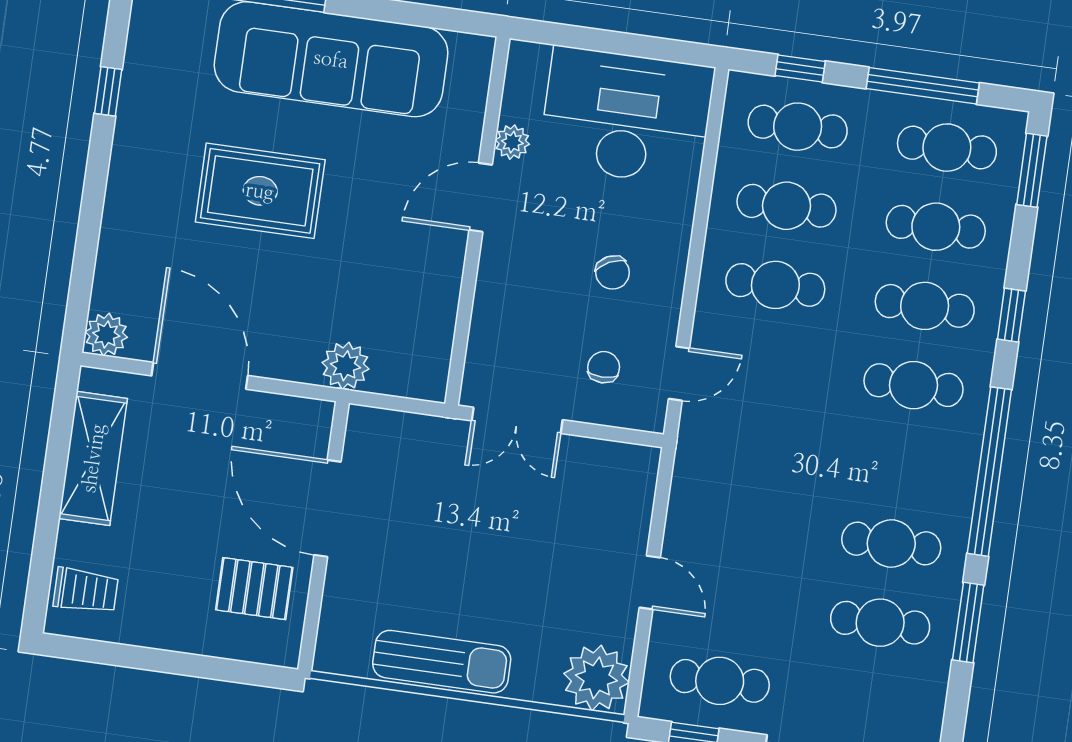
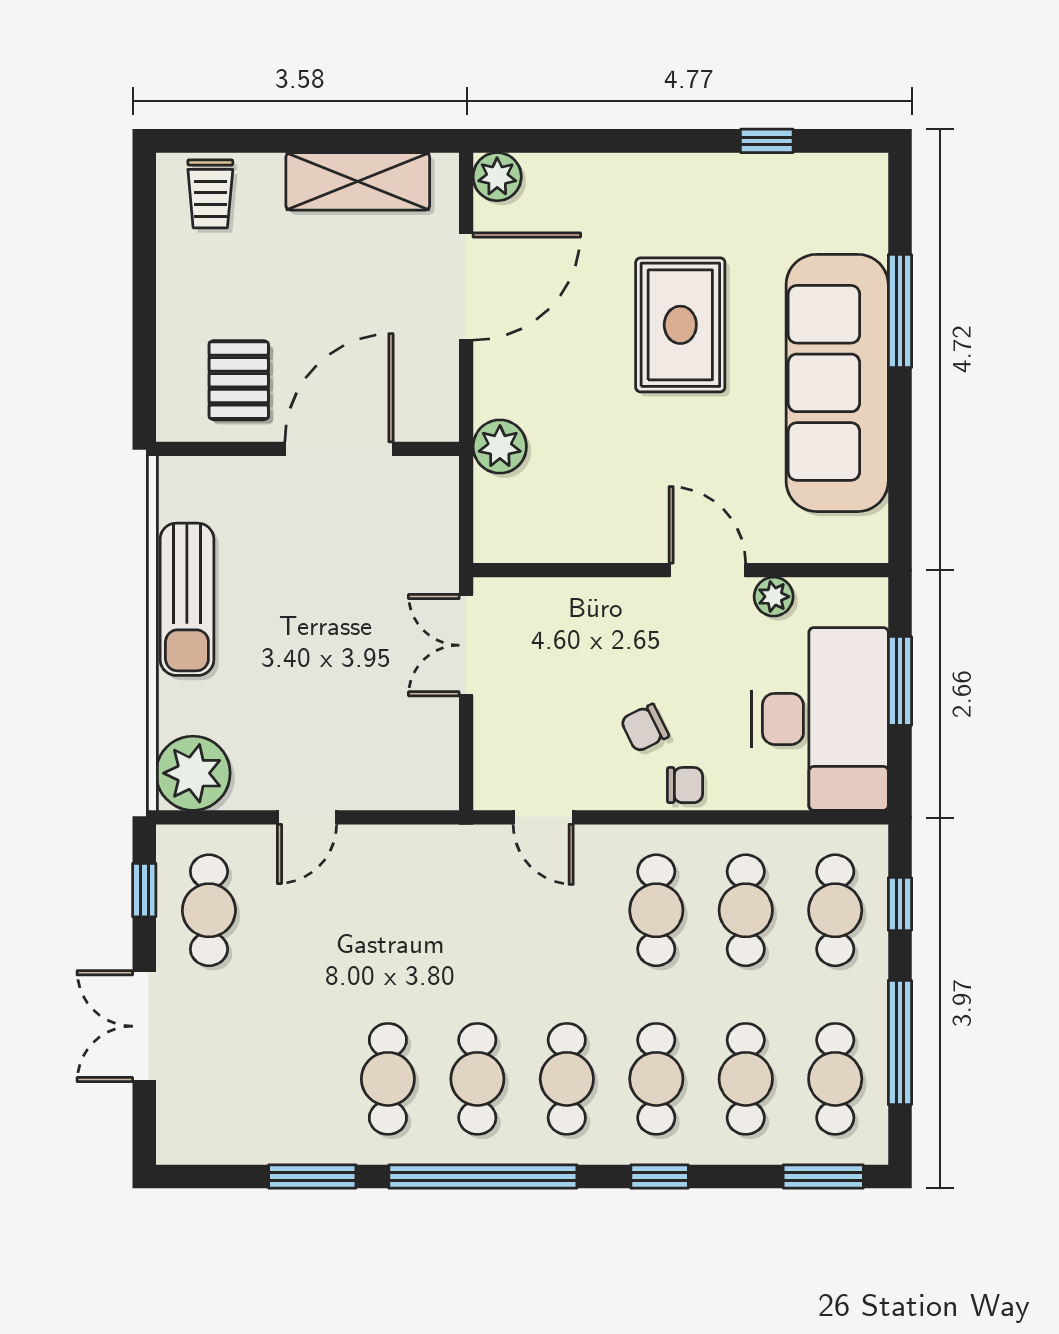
window: (603, 41) -> (900, 681), added
chair: (604, 367) -> (685, 785), moved
cafe table: (880, 623) -> (477, 1079), moved

